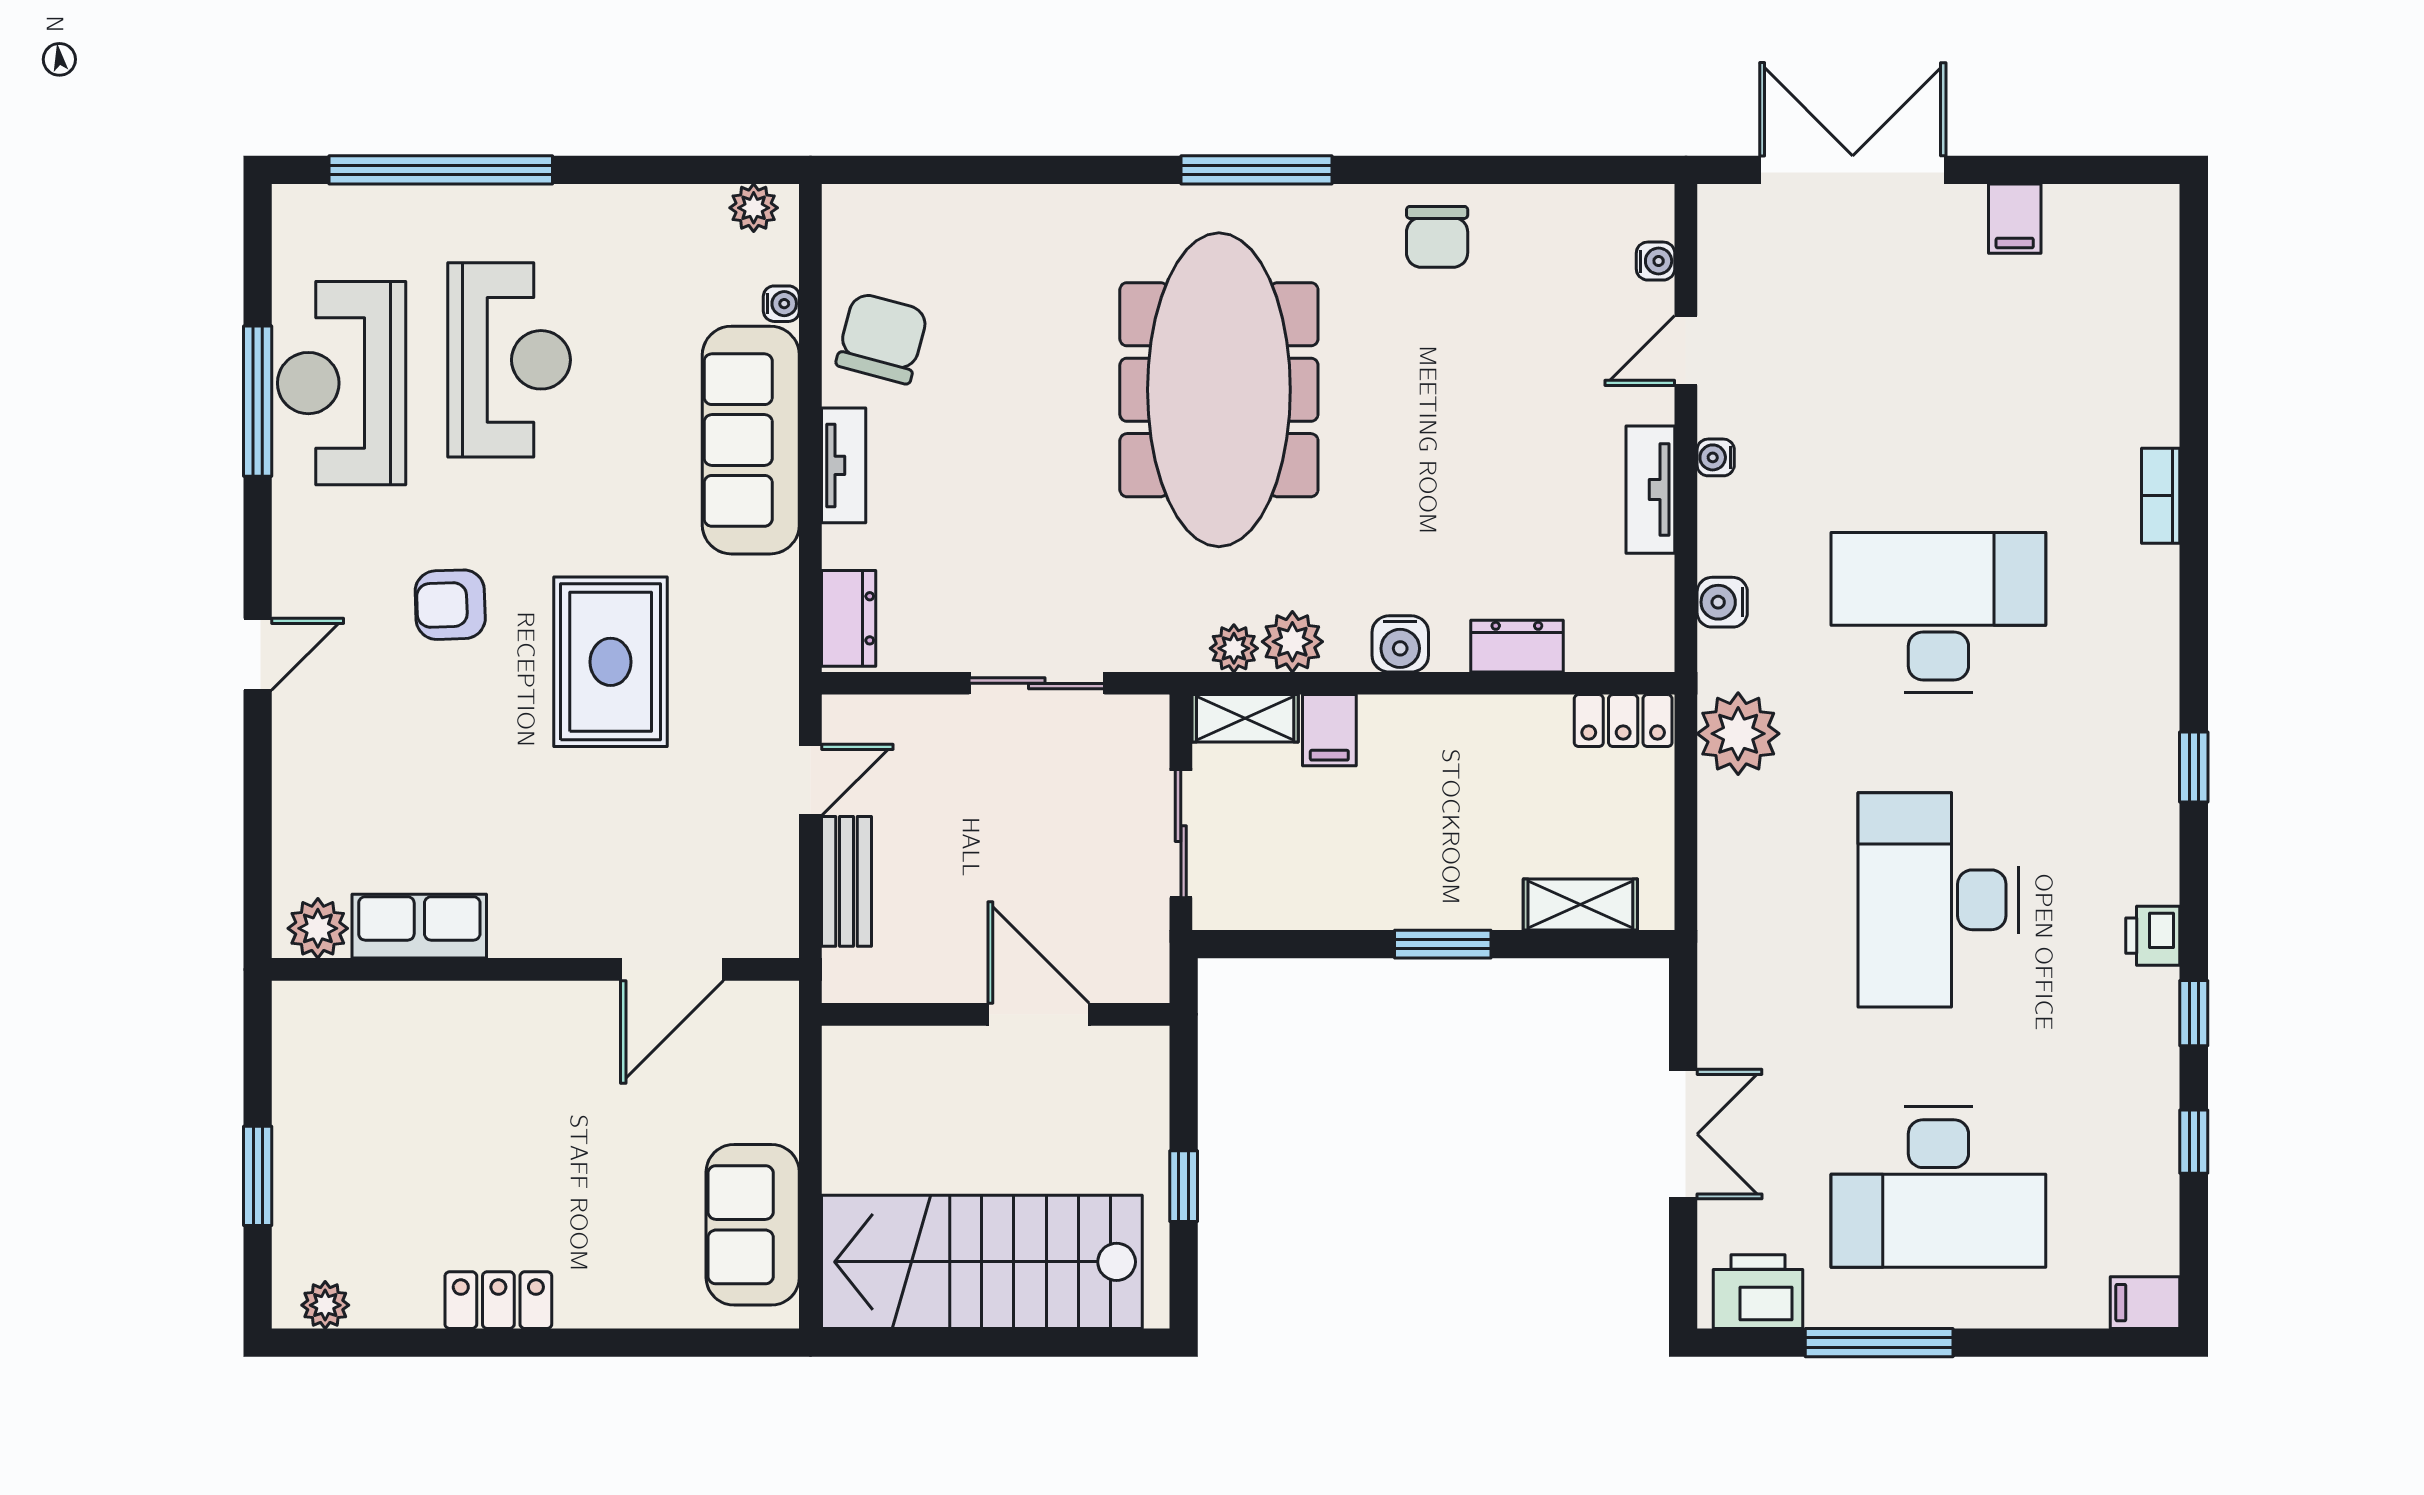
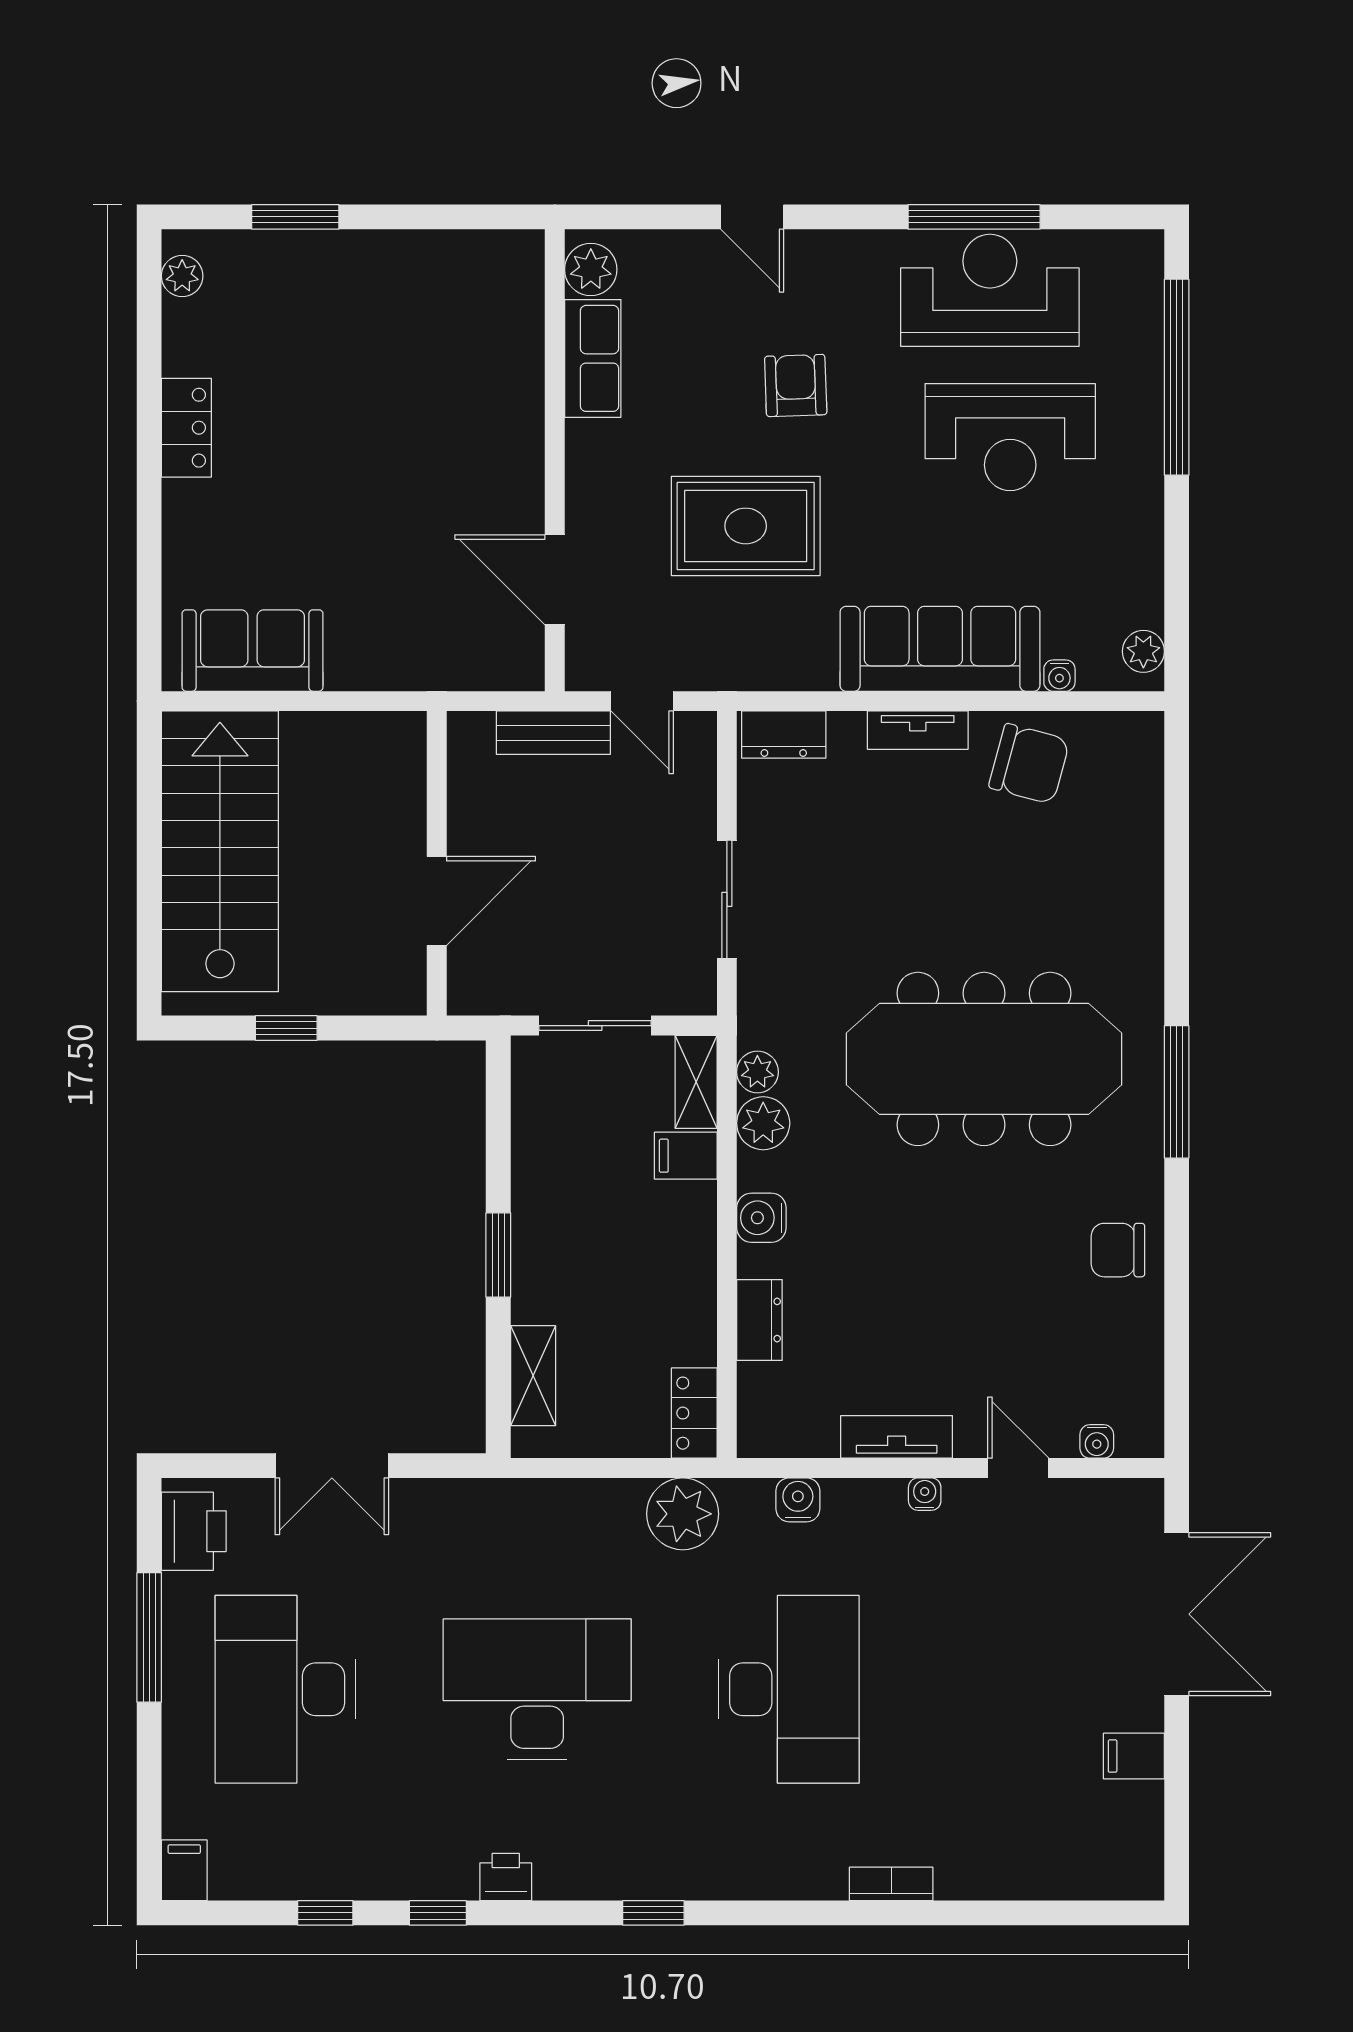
row of seats: (419, 926) -> (593, 358), moved
plant: (318, 928) -> (591, 269), moved
wall: (535, 969) -> (555, 460), moved
door: (672, 969) -> (555, 580), moved

